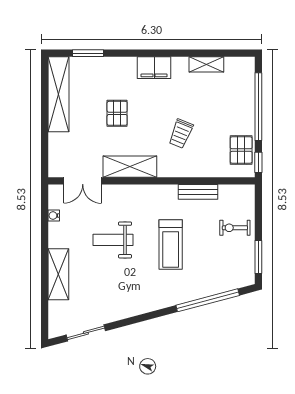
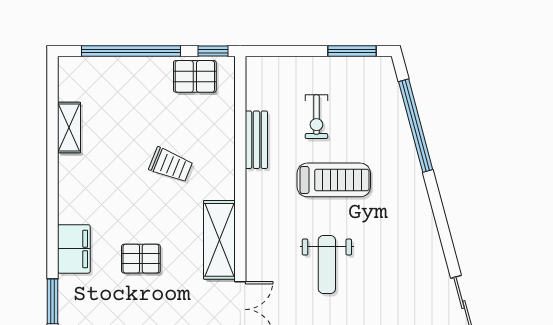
filing cabinet: (154, 68) -> (74, 249), moved
exercise bike: (235, 228) -> (316, 117), moved

